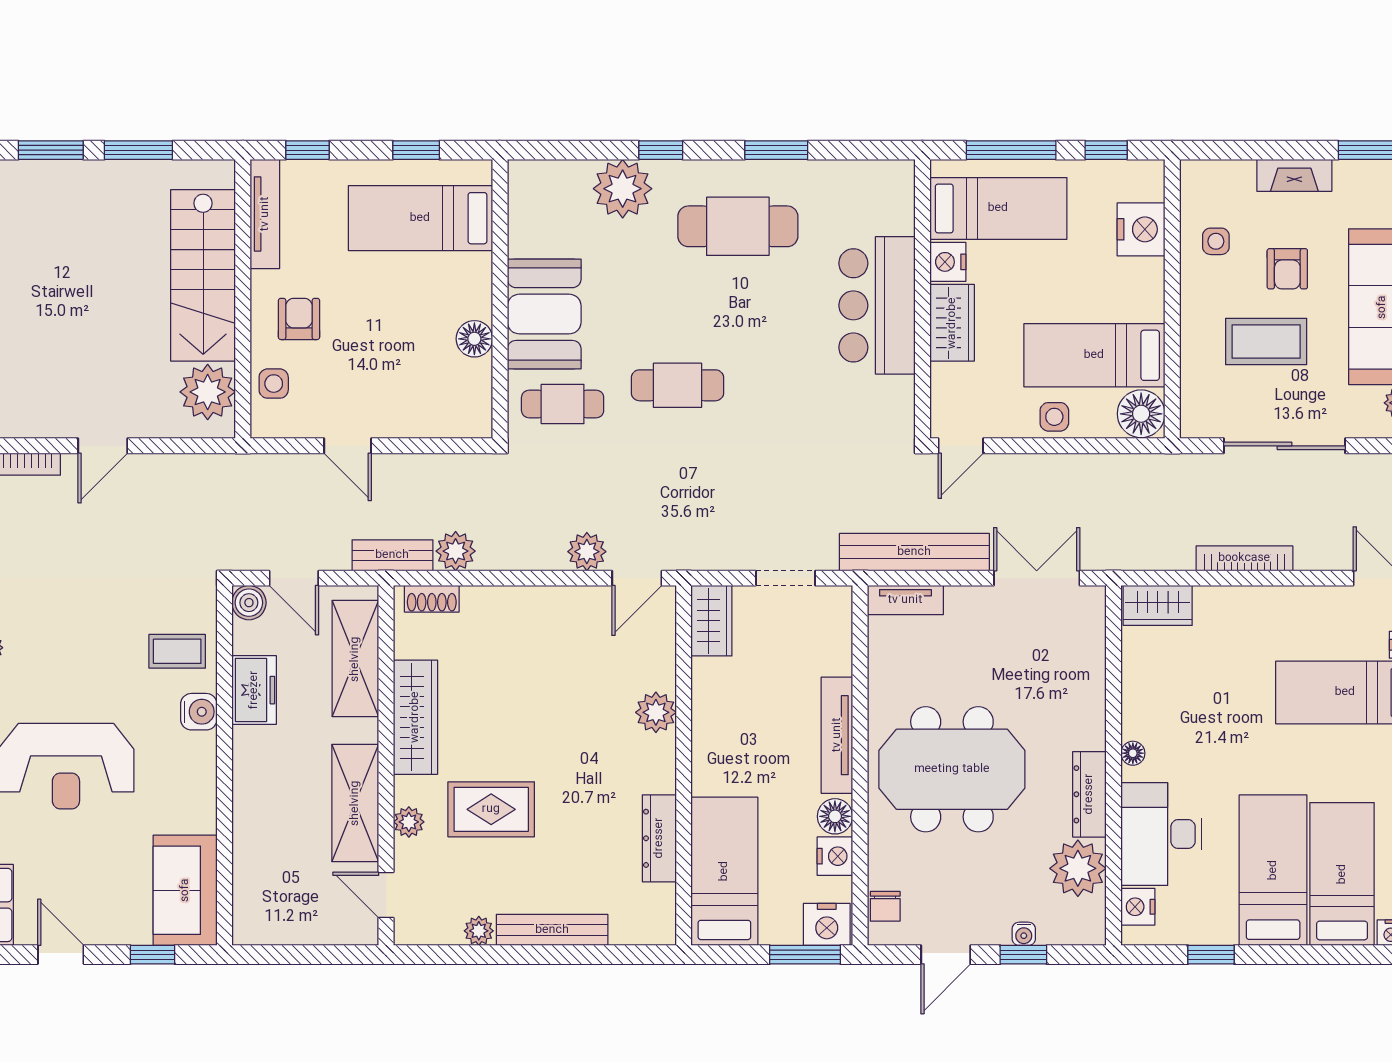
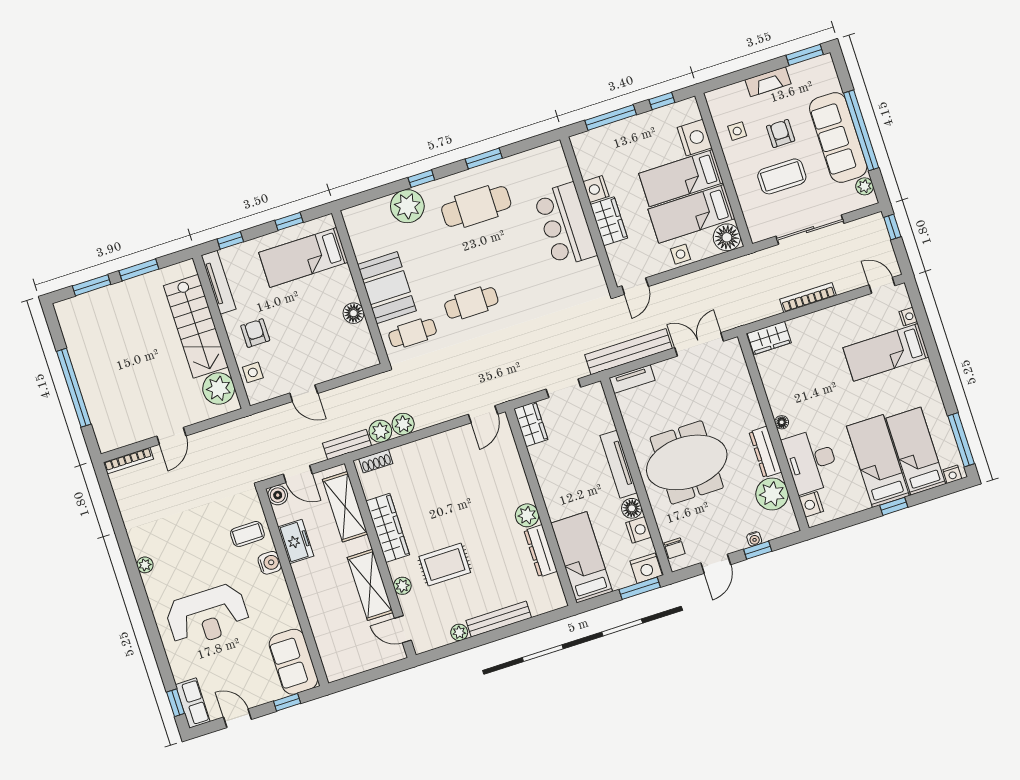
bed: (998, 208) -> (681, 178), moved, turned 180
armchair: (1287, 269) -> (781, 133), turned 180
plant: (587, 552) -> (403, 424), moved
plant: (656, 712) -> (527, 515), moved
window: (1211, 955) -> (894, 506), moved

